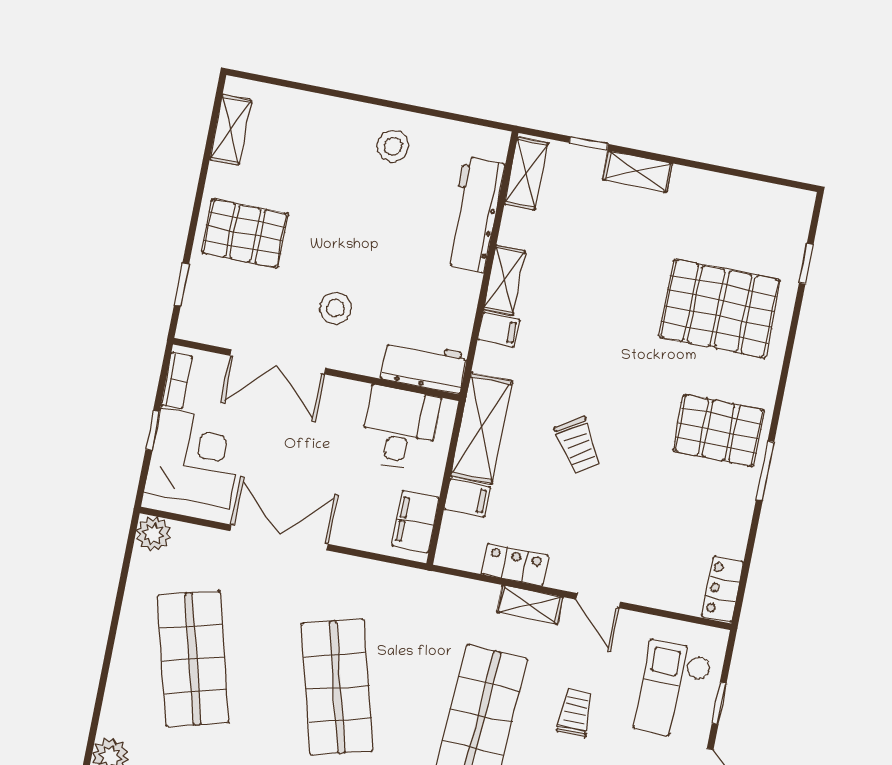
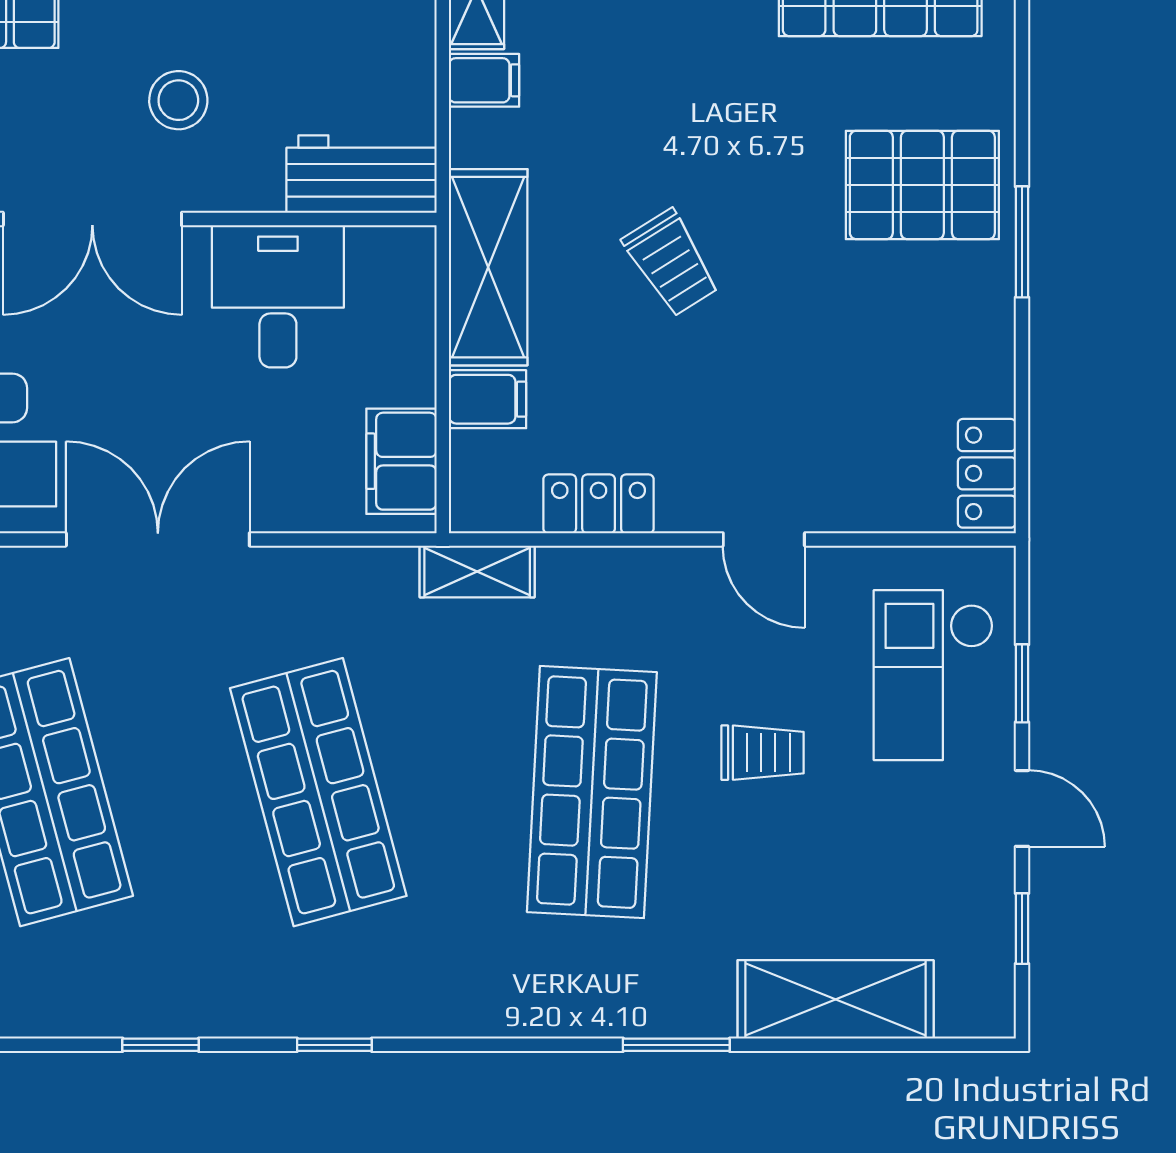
desk: (400, 428) -> (278, 296), moved
shelving: (530, 605) -> (477, 571), moved
trolley: (575, 713) -> (763, 753), turned 90

